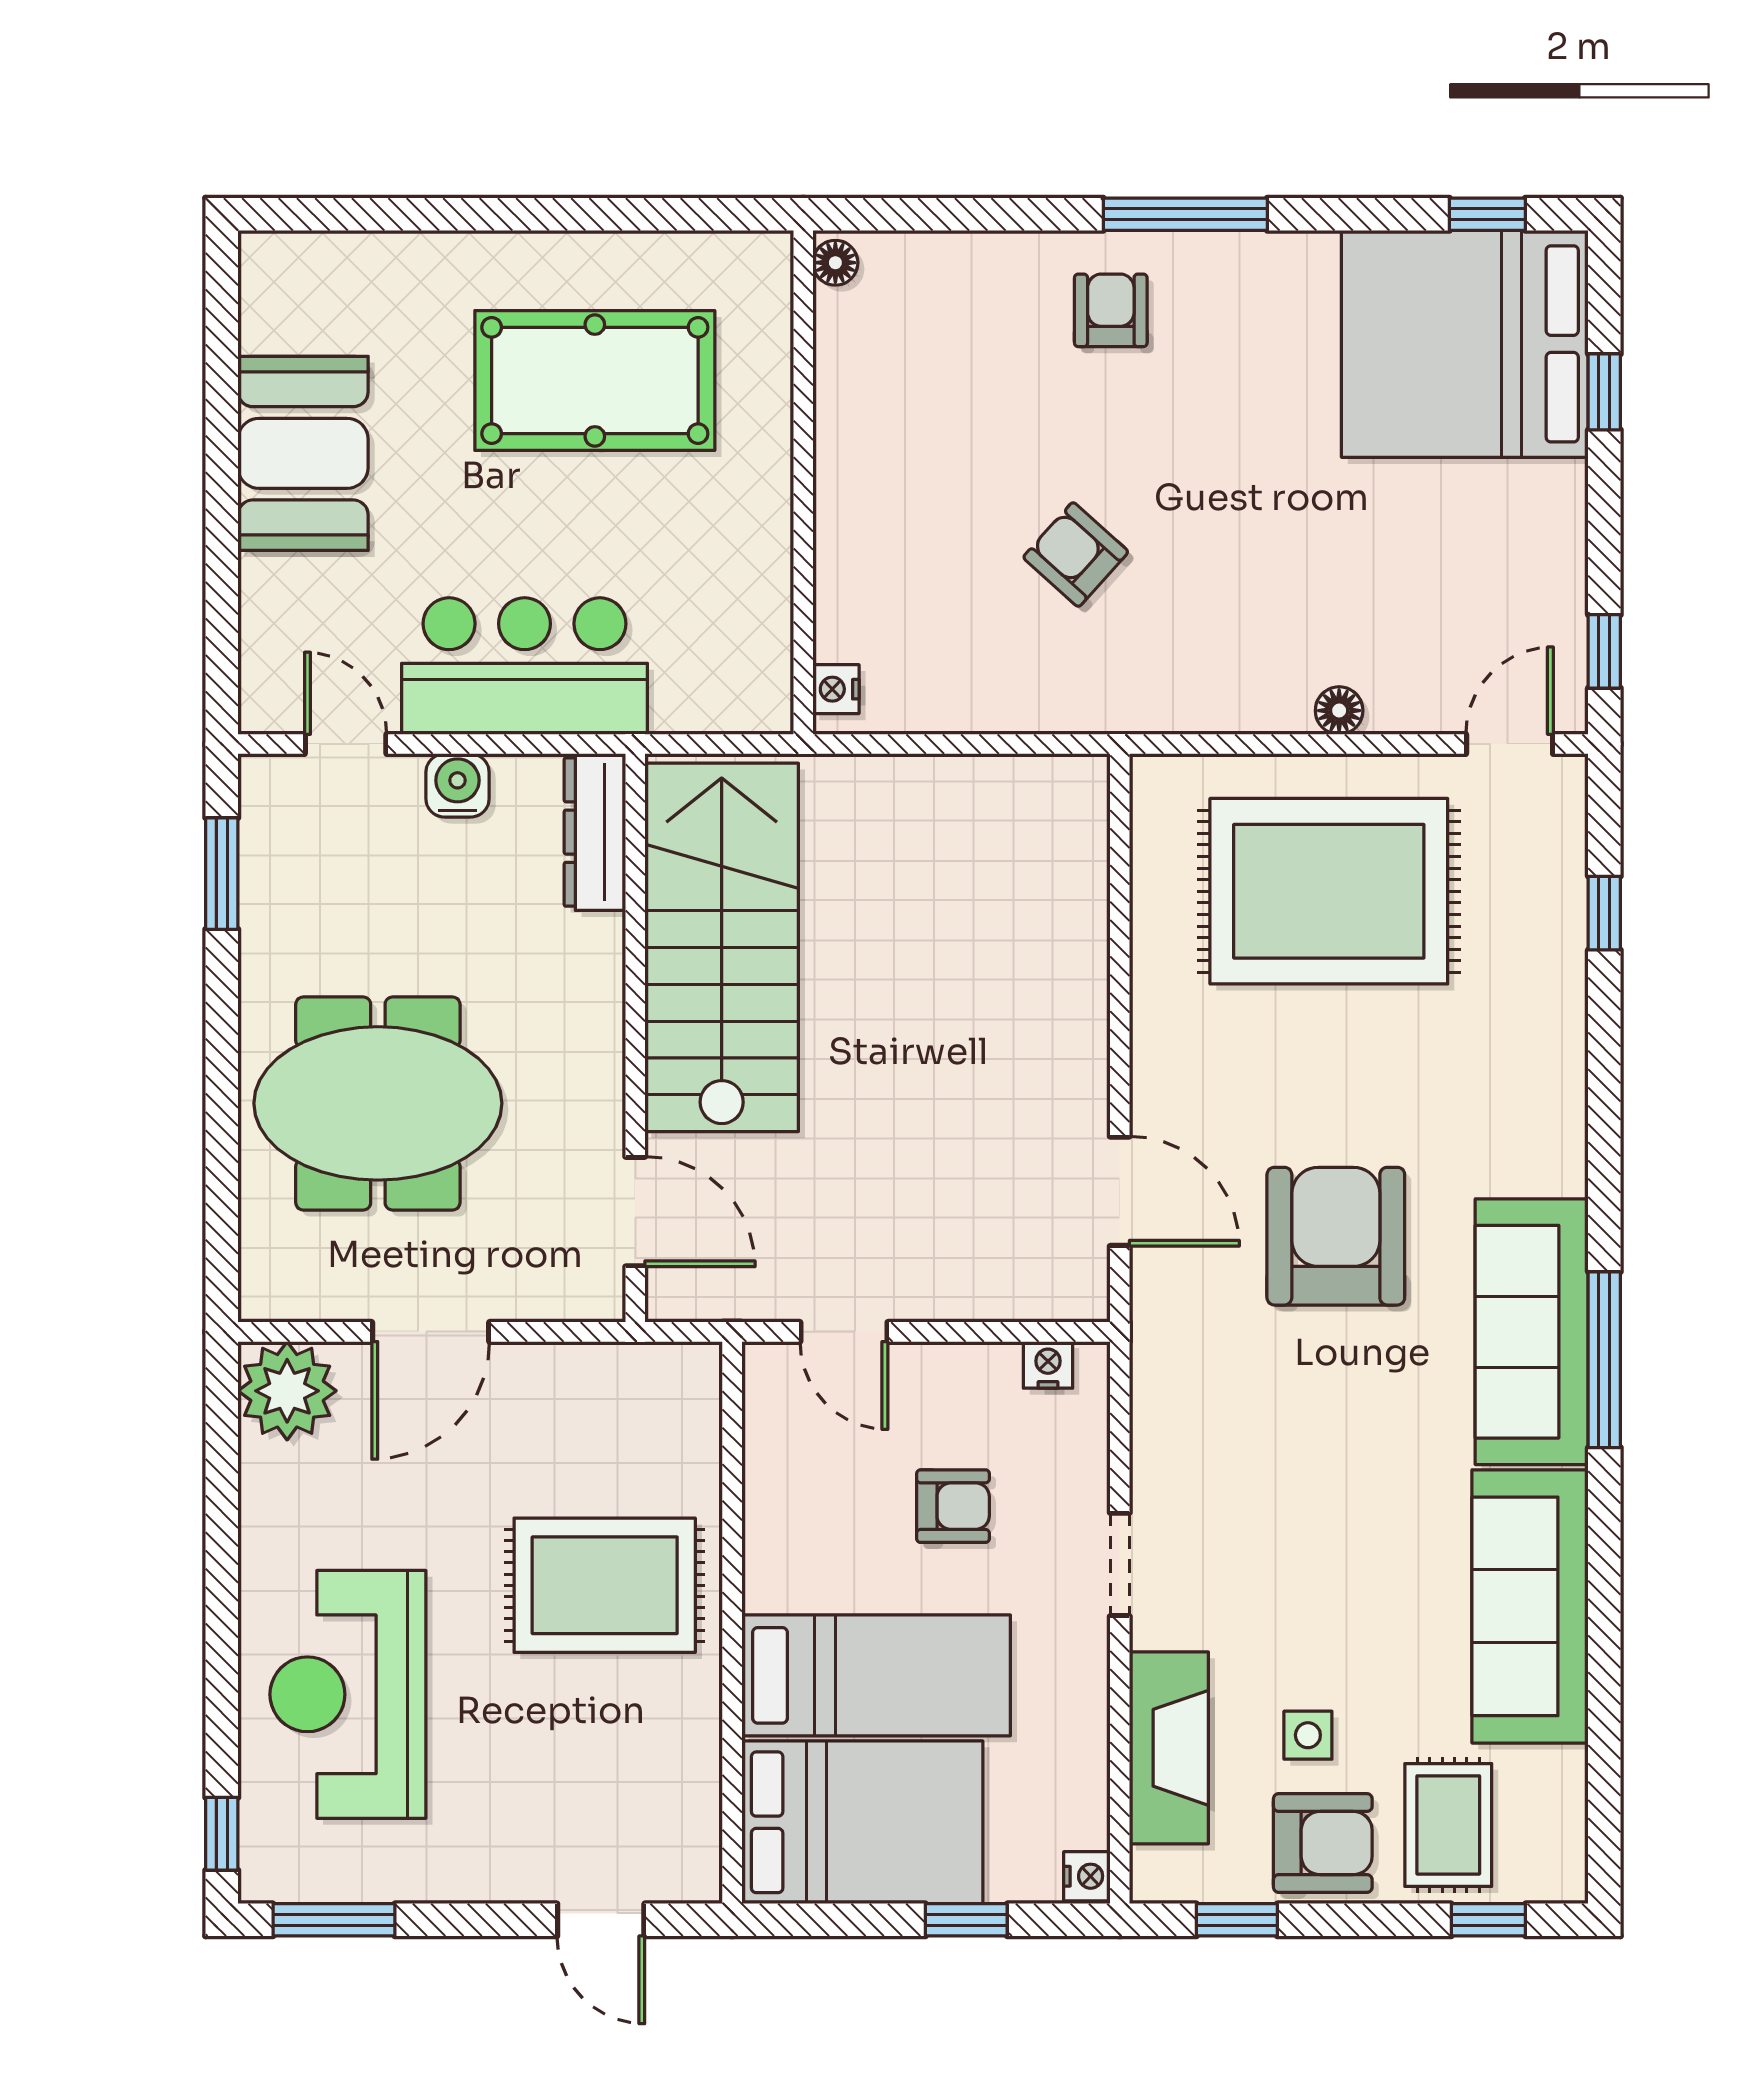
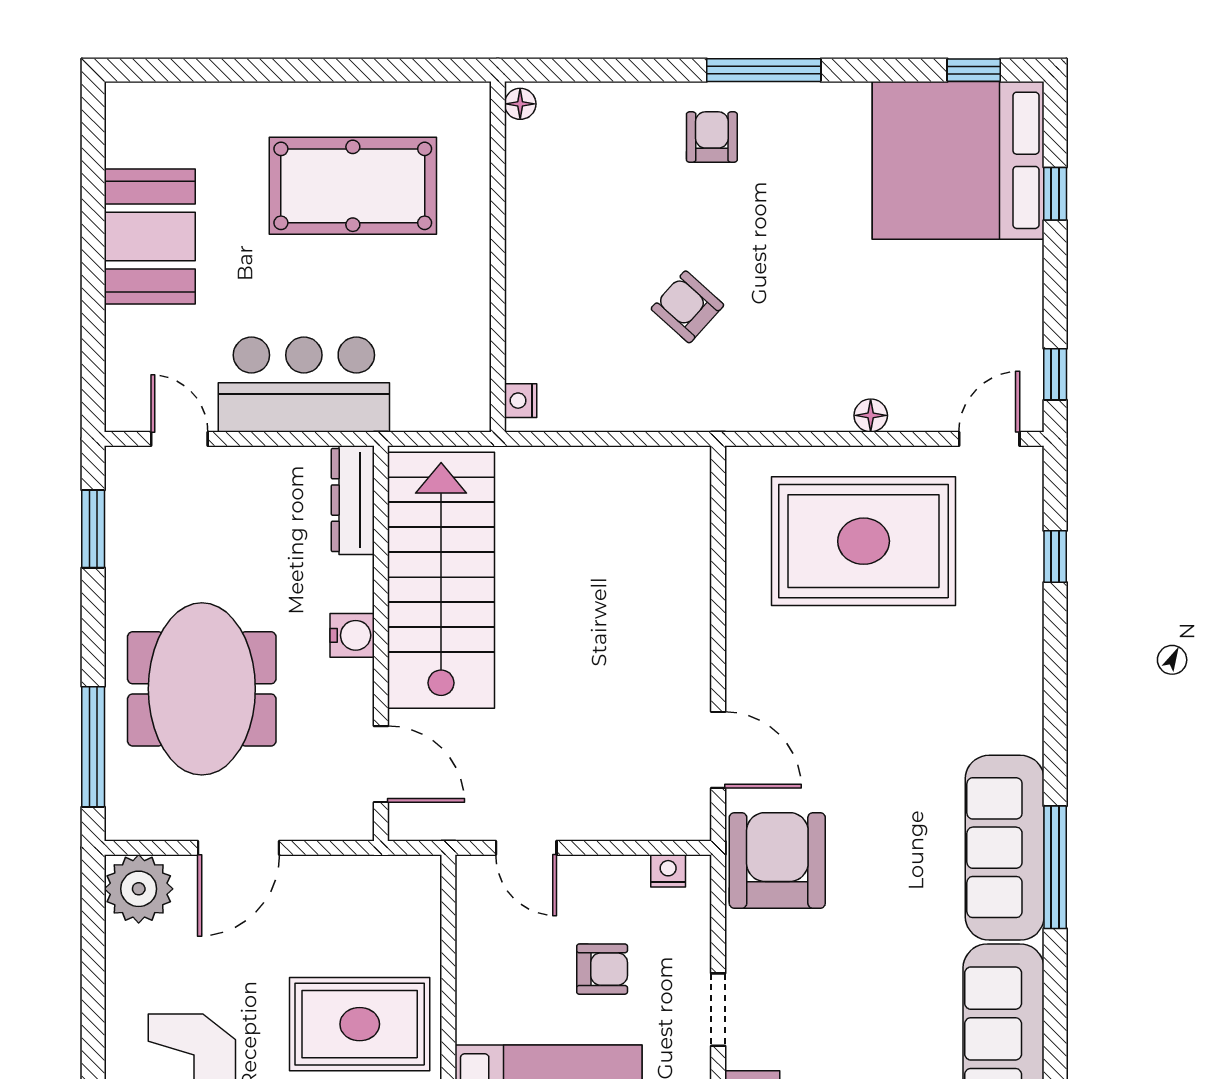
water cooler: (458, 785) -> (352, 635), moved, turned 90
meeting table: (378, 1103) -> (202, 689), turned 90
window: (222, 1187) -> (93, 747), added
armchair: (1336, 1236) -> (777, 860), moved

